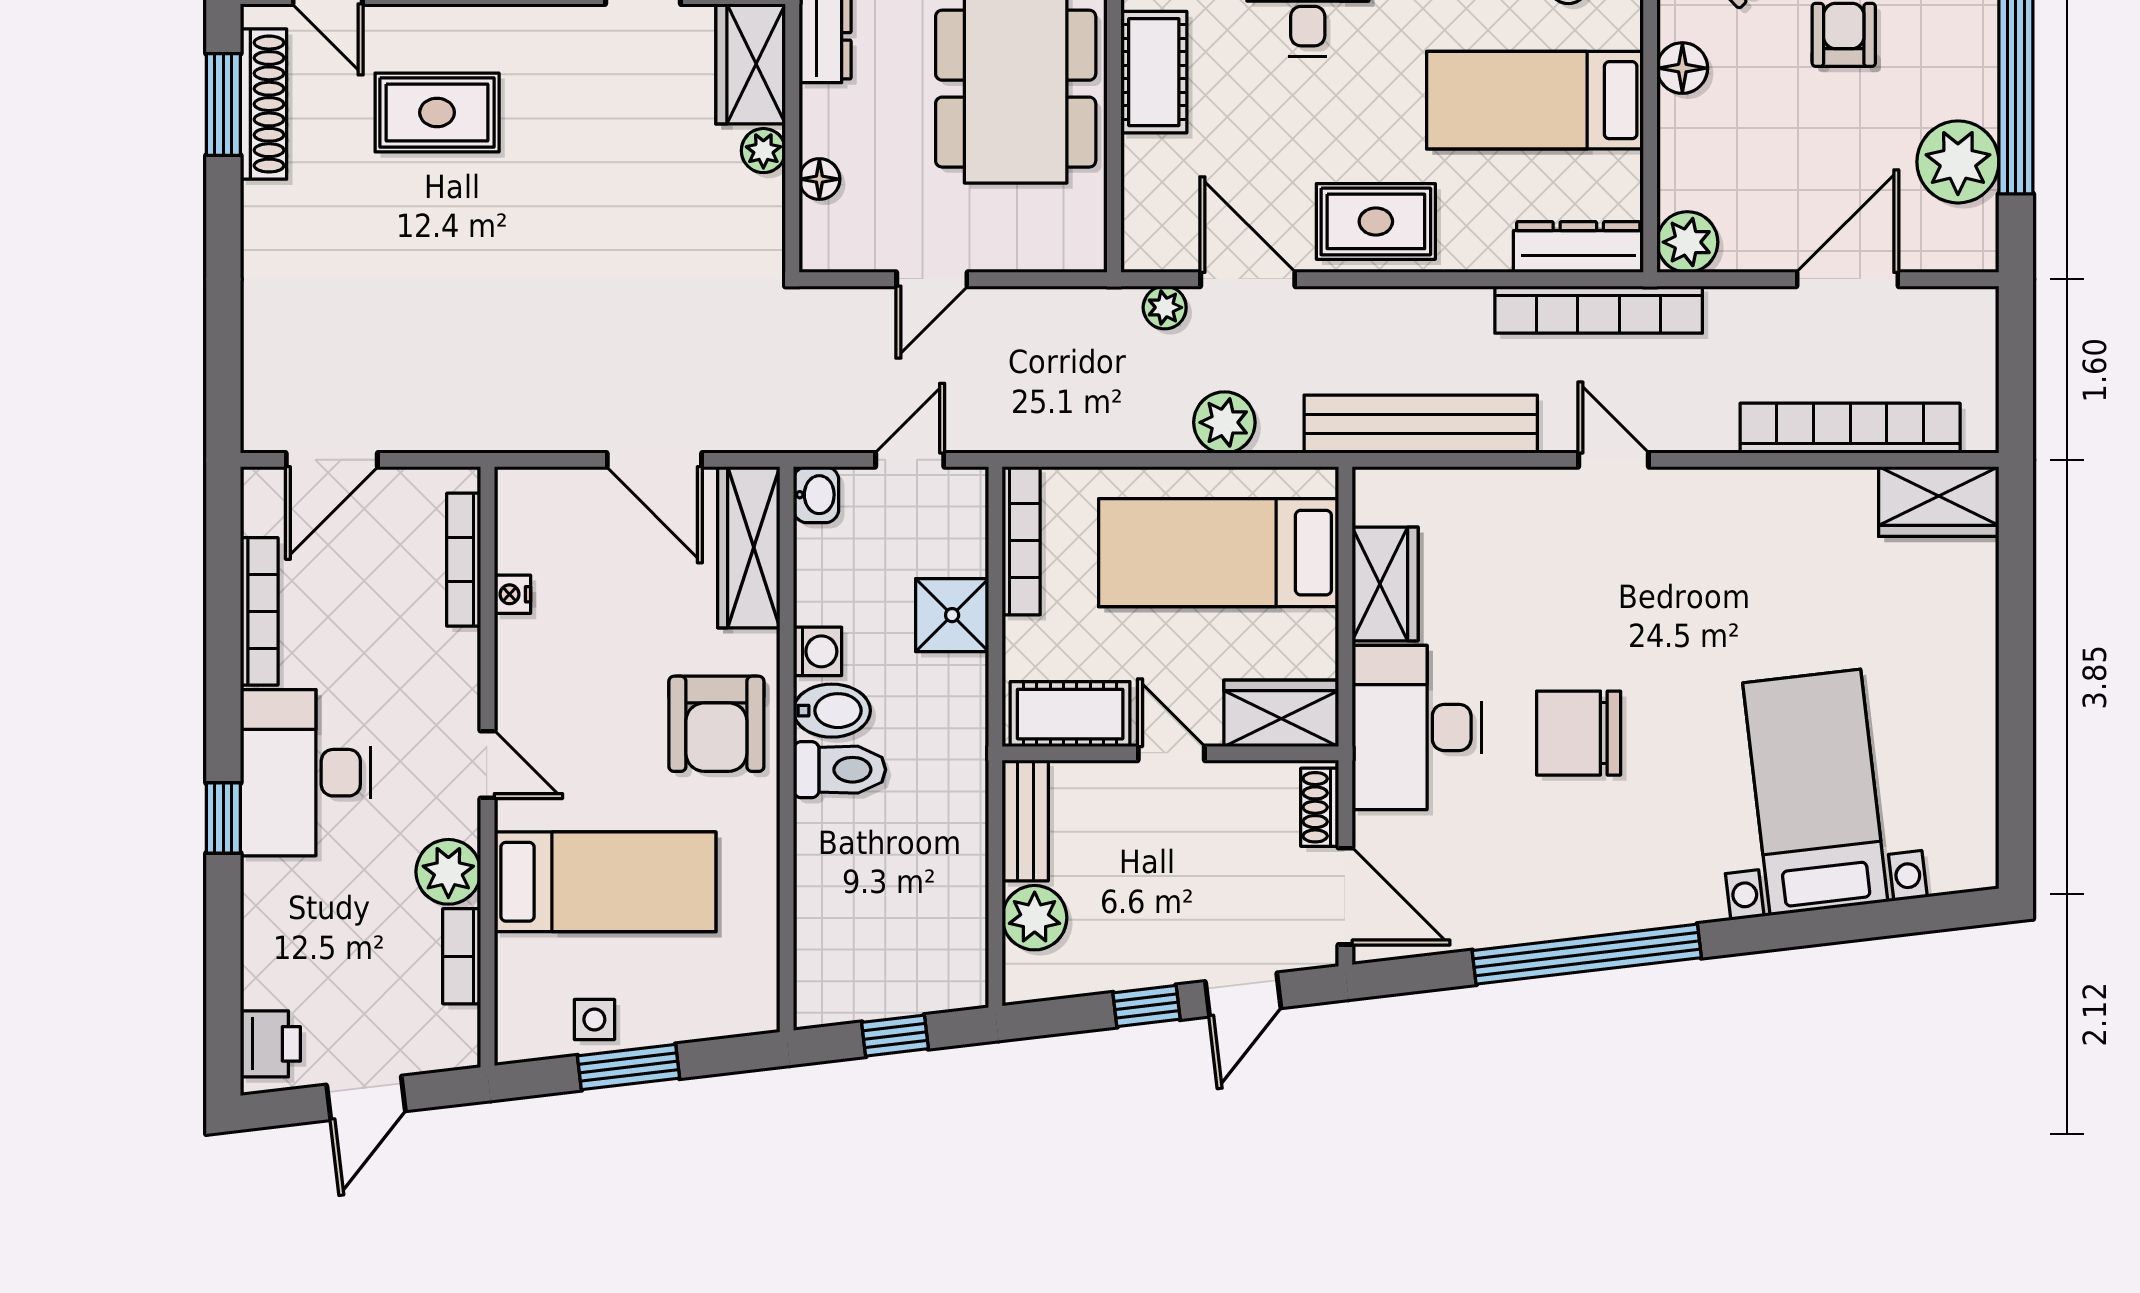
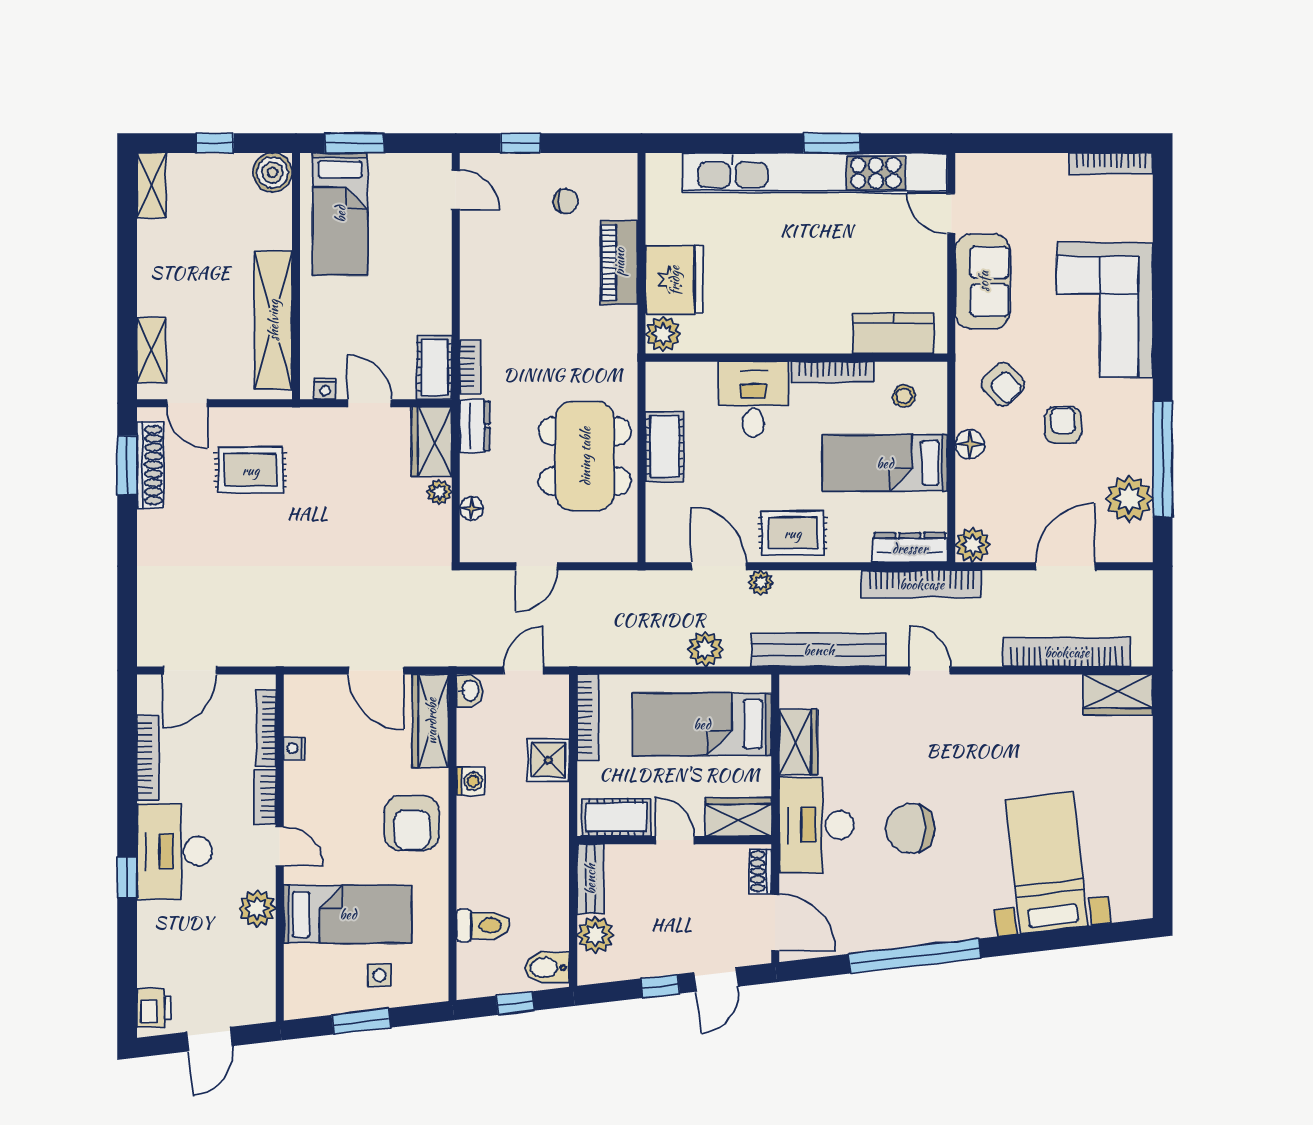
plant: (1165, 307) -> (761, 583), moved
bidet: (832, 711) -> (547, 968), moved, turned 180
toilet: (840, 770) -> (483, 925), moved
bookcase: (462, 956) -> (265, 797), moved
side table: (594, 1019) -> (379, 975), moved

